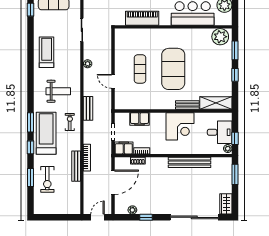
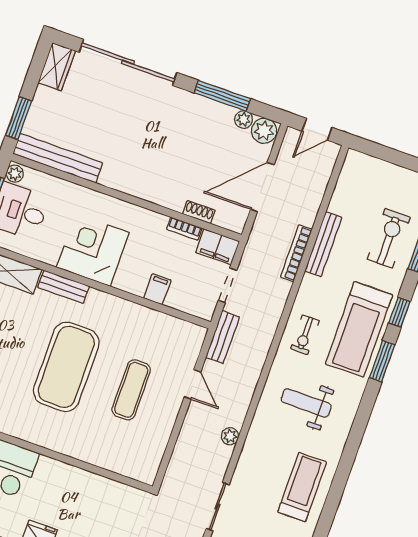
piano: (142, 18) -> (92, 488), removed
treadmill: (47, 52) -> (302, 487), turned 180
bench: (88, 108) -> (223, 337), moved
filing cabinet: (139, 119) -> (157, 289), width x0.50
bench: (190, 162) -> (58, 158), moved
plant: (121, 208) -> (264, 131), added
window: (146, 217) -> (222, 96), width x2.17

